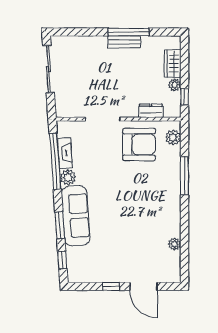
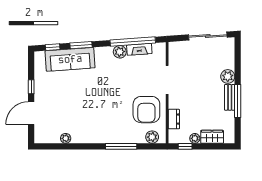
plant: (98, 44) -> (228, 76), added
sofa: (76, 216) -> (70, 59), moved

